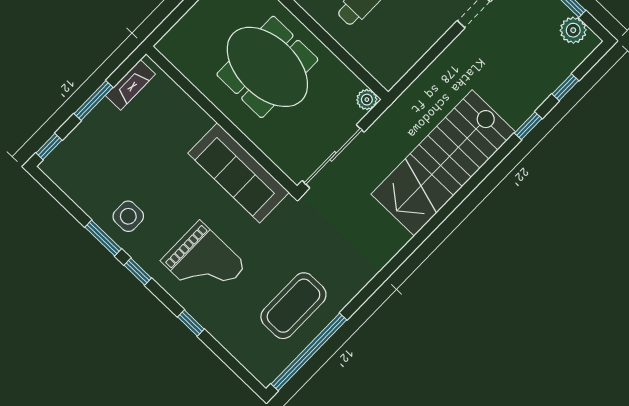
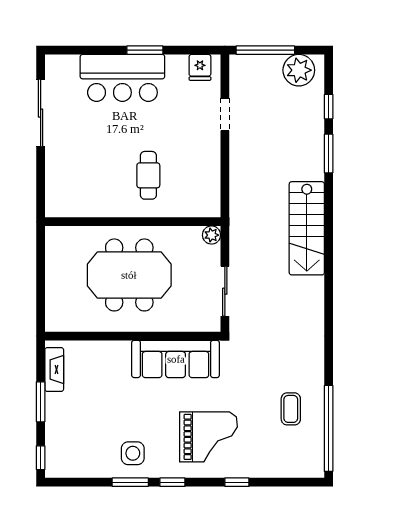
plant: (573, 30) -> (299, 70), width x1.36, depth x1.36
window: (528, 126) -> (329, 153), width x1.50
sliding door: (333, 156) -> (225, 291), width x0.73
stairs: (443, 163) -> (307, 228), width x0.73, depth x0.66
coffee table: (293, 306) -> (291, 409), width x0.54, depth x0.58

